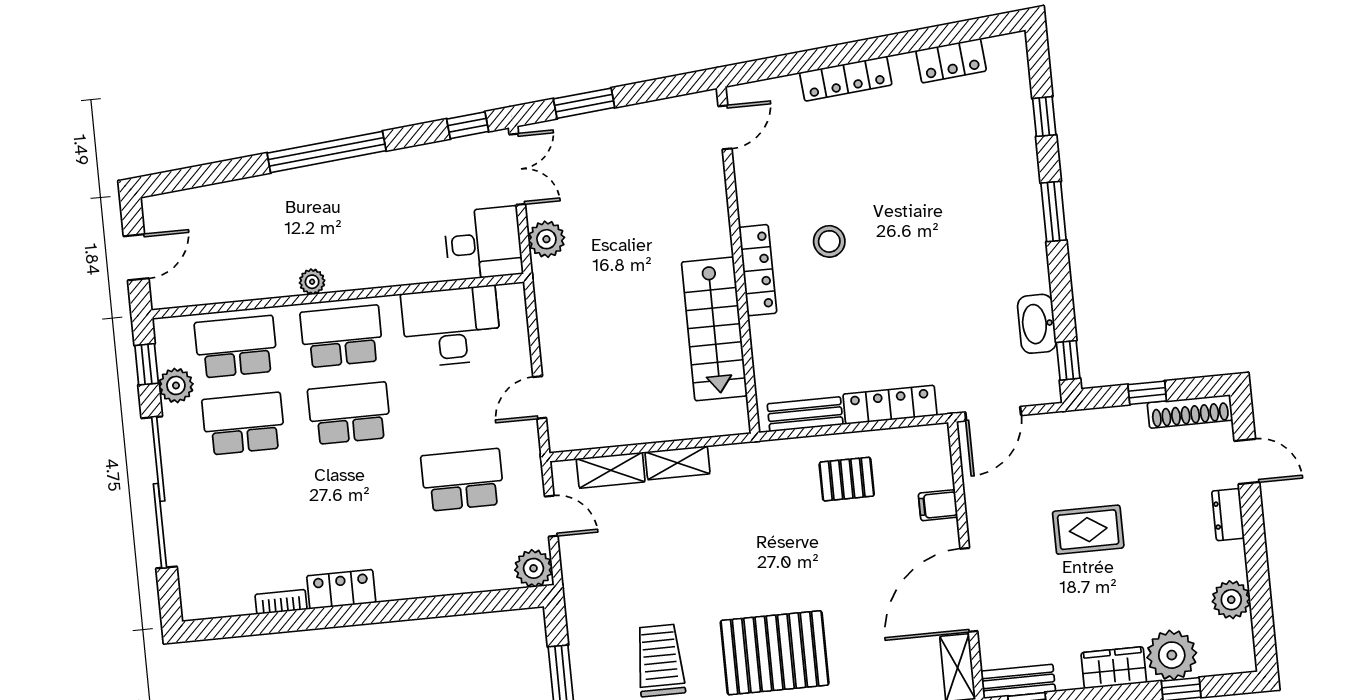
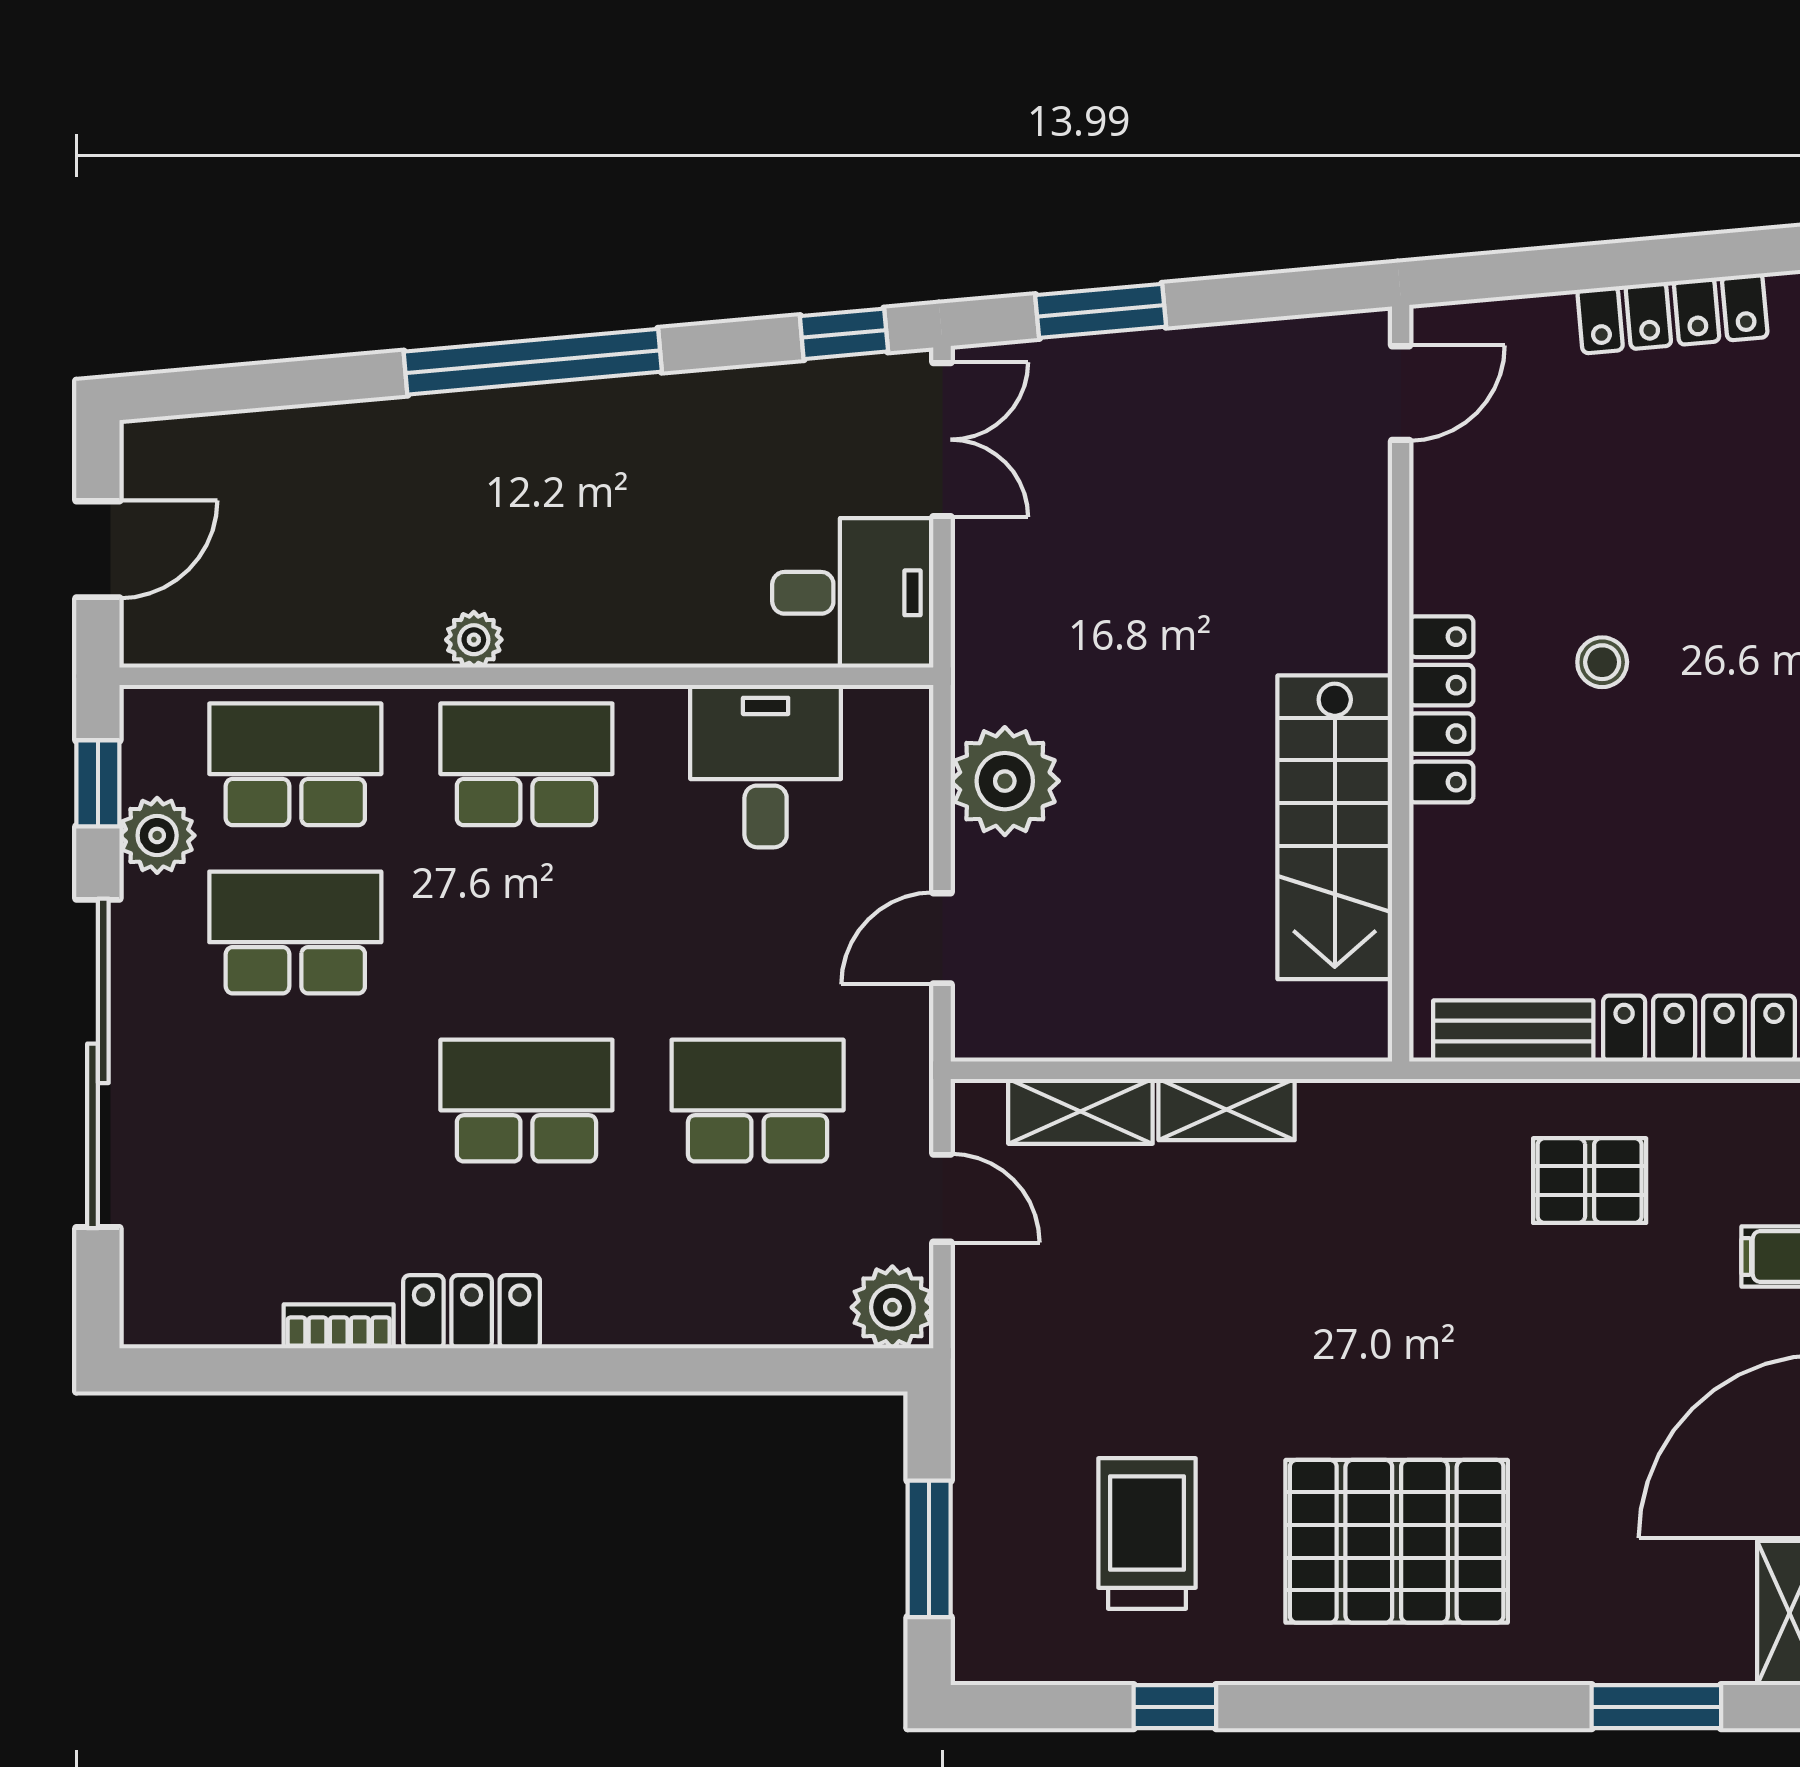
plant: (546, 239) -> (1005, 781), moved, width x1.36, depth x1.36
stool: (829, 241) -> (1602, 662), width x0.73, depth x0.73
desk: (451, 326) -> (766, 766), width x0.73
school desk: (349, 413) -> (526, 1101), moved

